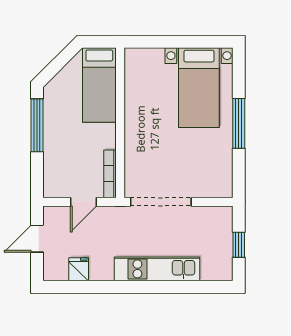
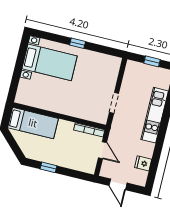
window: (239, 123) -> (78, 43), width x0.46
window: (37, 125) -> (49, 167), width x0.46
doorway: (161, 202) -> (114, 103), width x0.53

